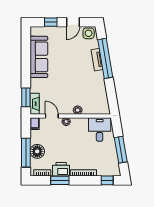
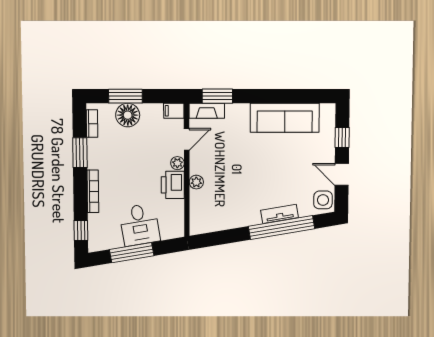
desk: (100, 129) -> (139, 225), moved, turned 80
window: (26, 153) -> (125, 96), width x0.69
printer: (61, 169) -> (173, 185), moved, turned 180

